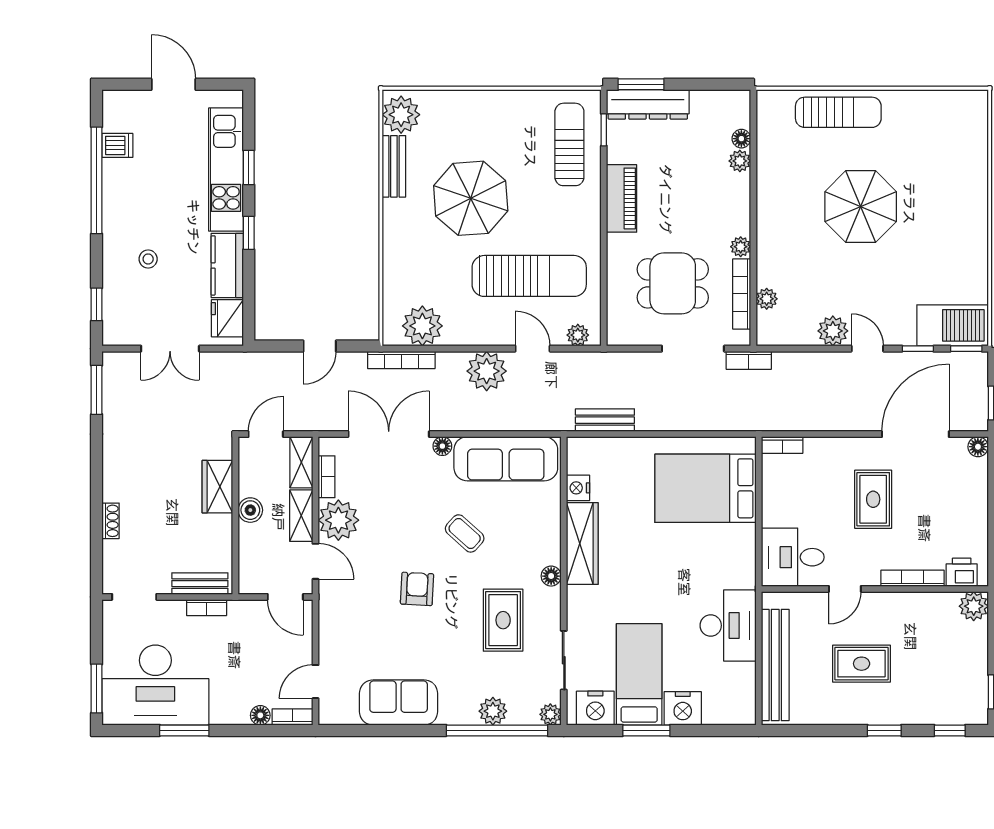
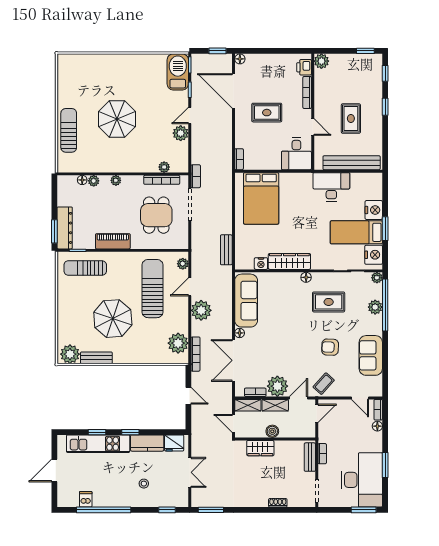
plant: (741, 247) -> (116, 180), moved
coffee table: (465, 533) -> (324, 384), moved
armchair: (417, 589) -> (330, 347), moved

